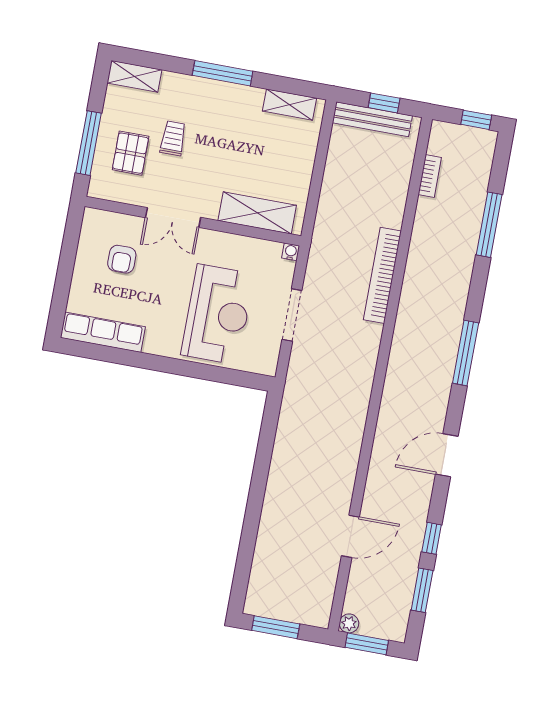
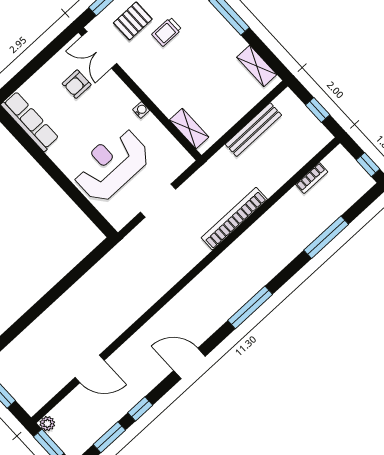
bench: (372, 119) -> (253, 130), moved, turned 90
trolley: (173, 138) -> (167, 32), turned 180
shelving: (257, 213) -> (189, 129), width x0.67, depth x0.75
double door: (173, 218) -> (99, 50), moved
water cooler: (291, 252) -> (141, 110), moved
reception desk: (218, 314) -> (111, 165), turned 180

